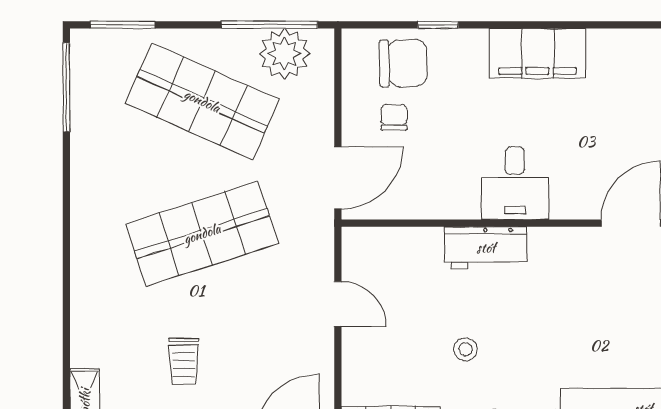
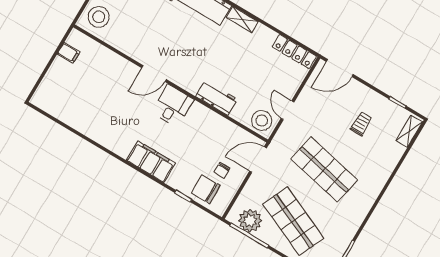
desk: (515, 183) -> (173, 106), moved
shop shelf: (202, 234) -> (324, 169), turned 30
stool: (466, 349) -> (262, 121), moved, width x1.89, depth x1.89

